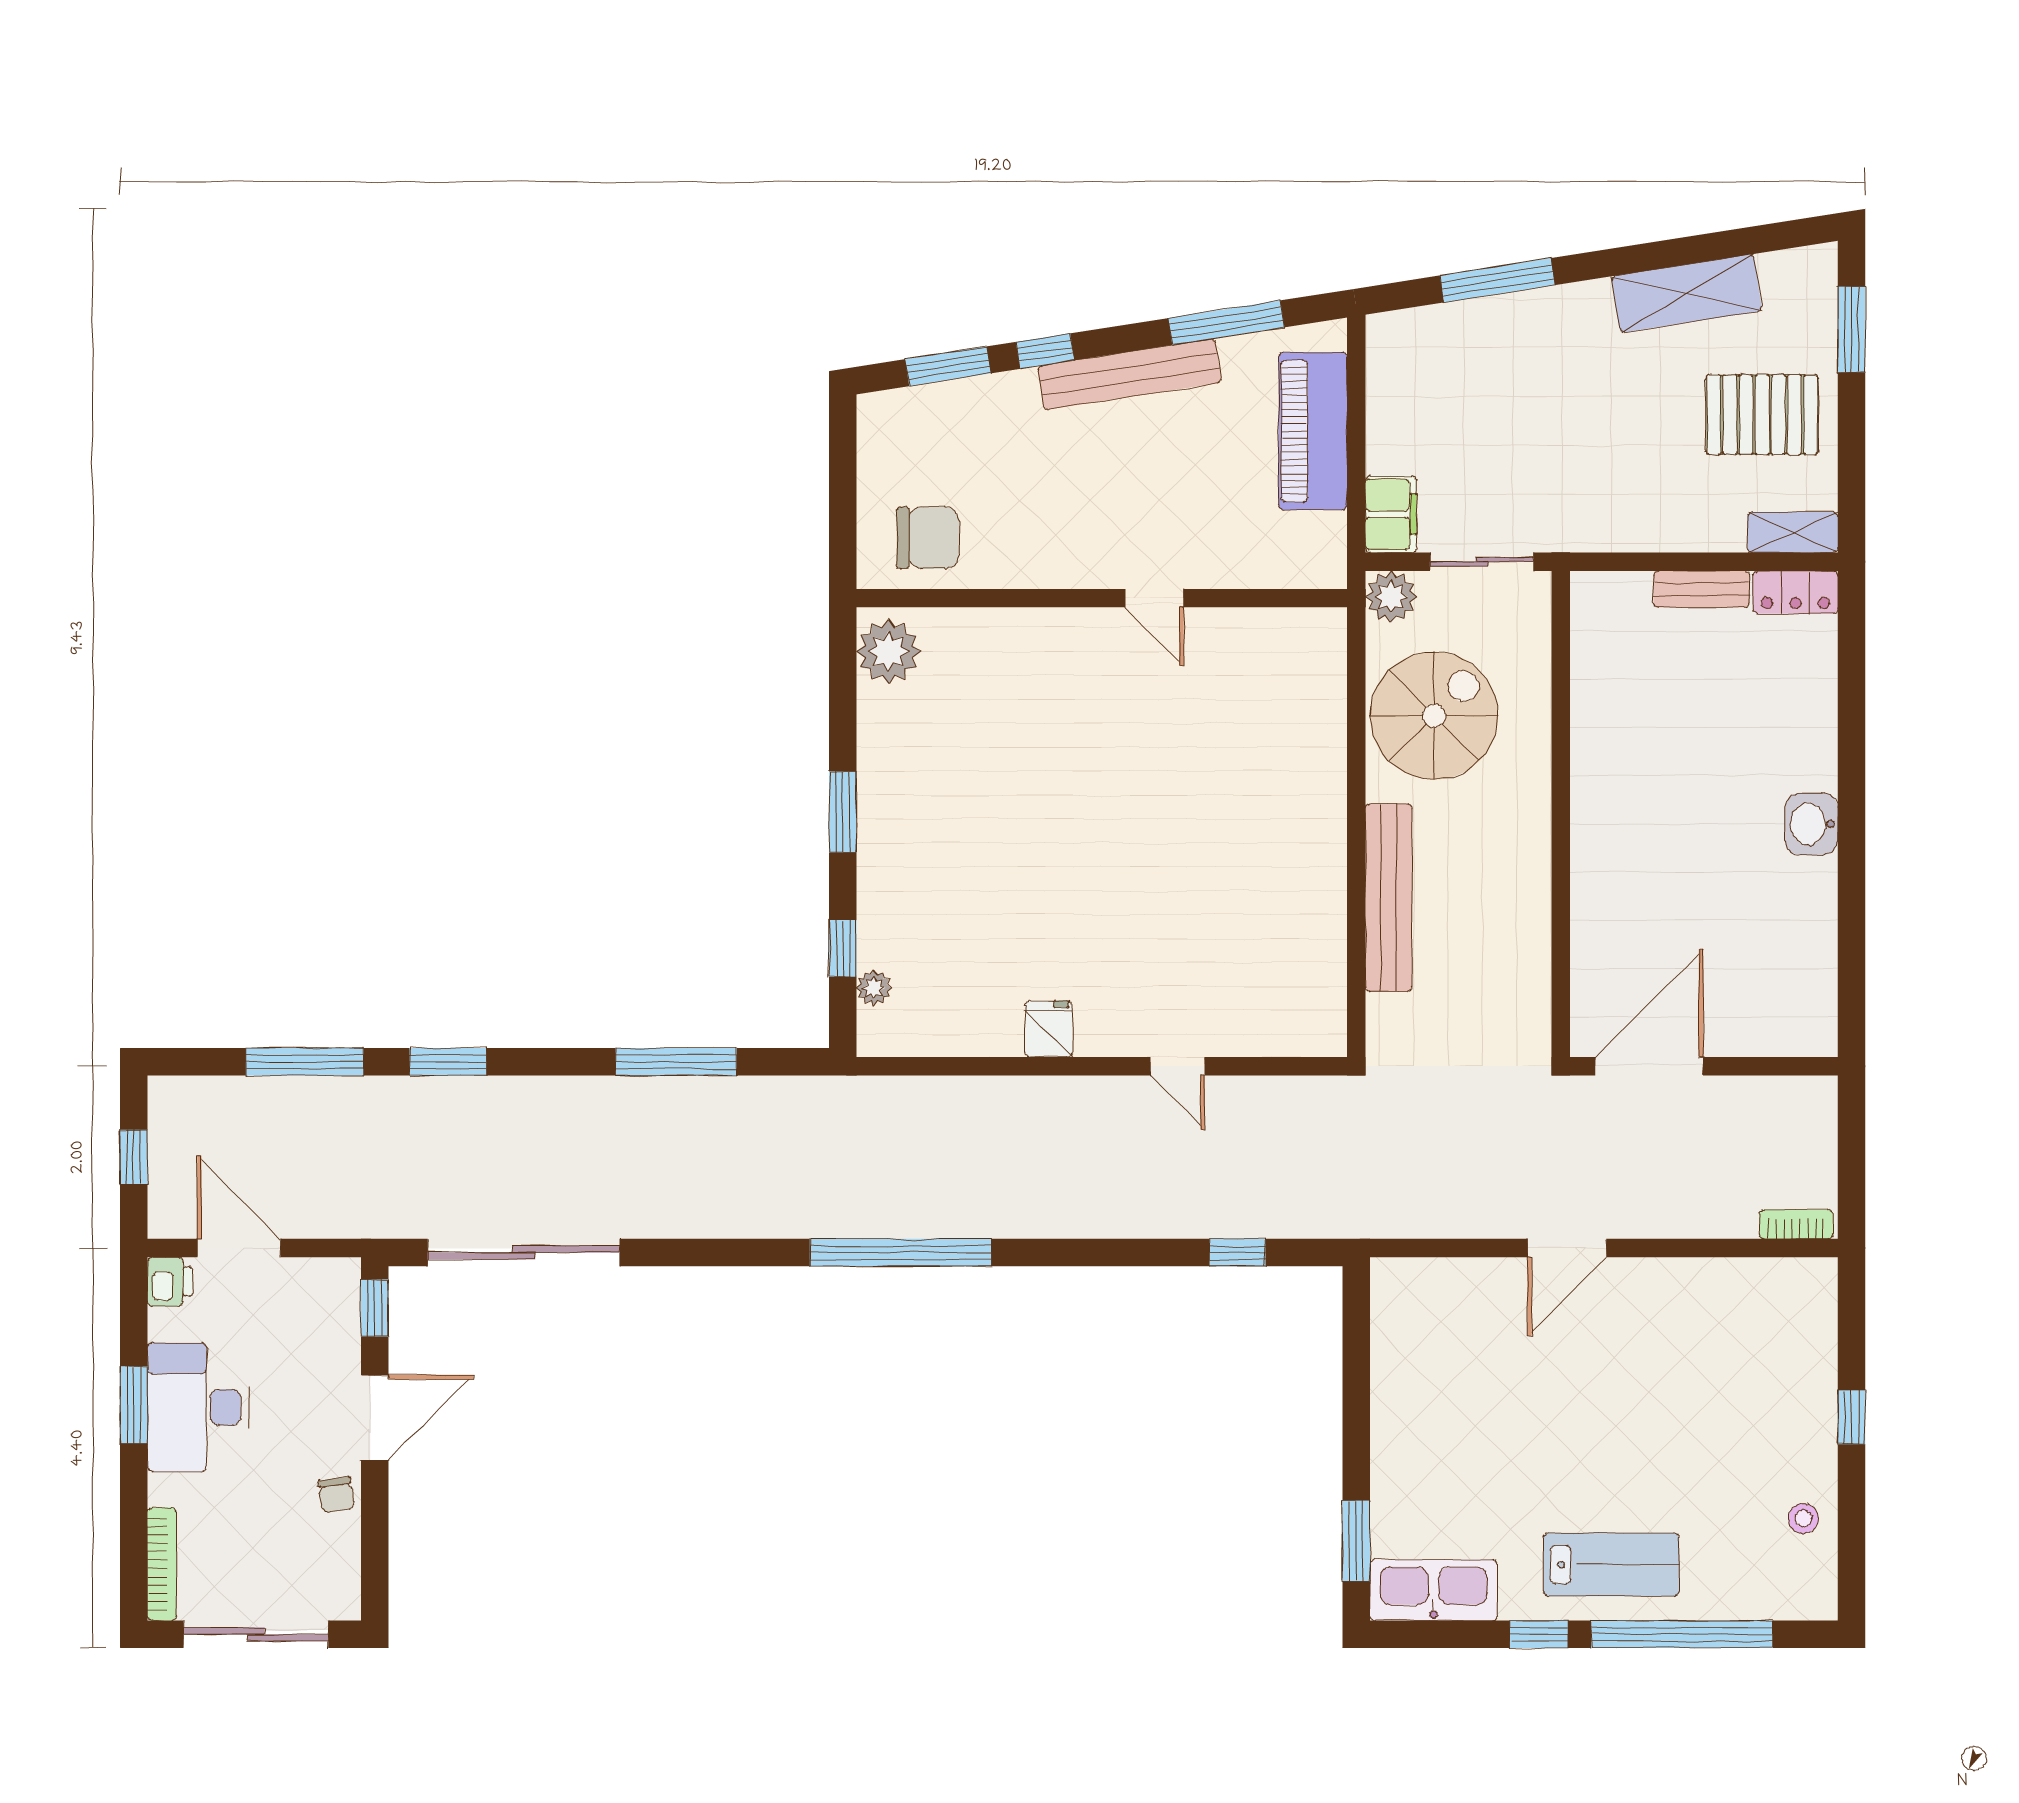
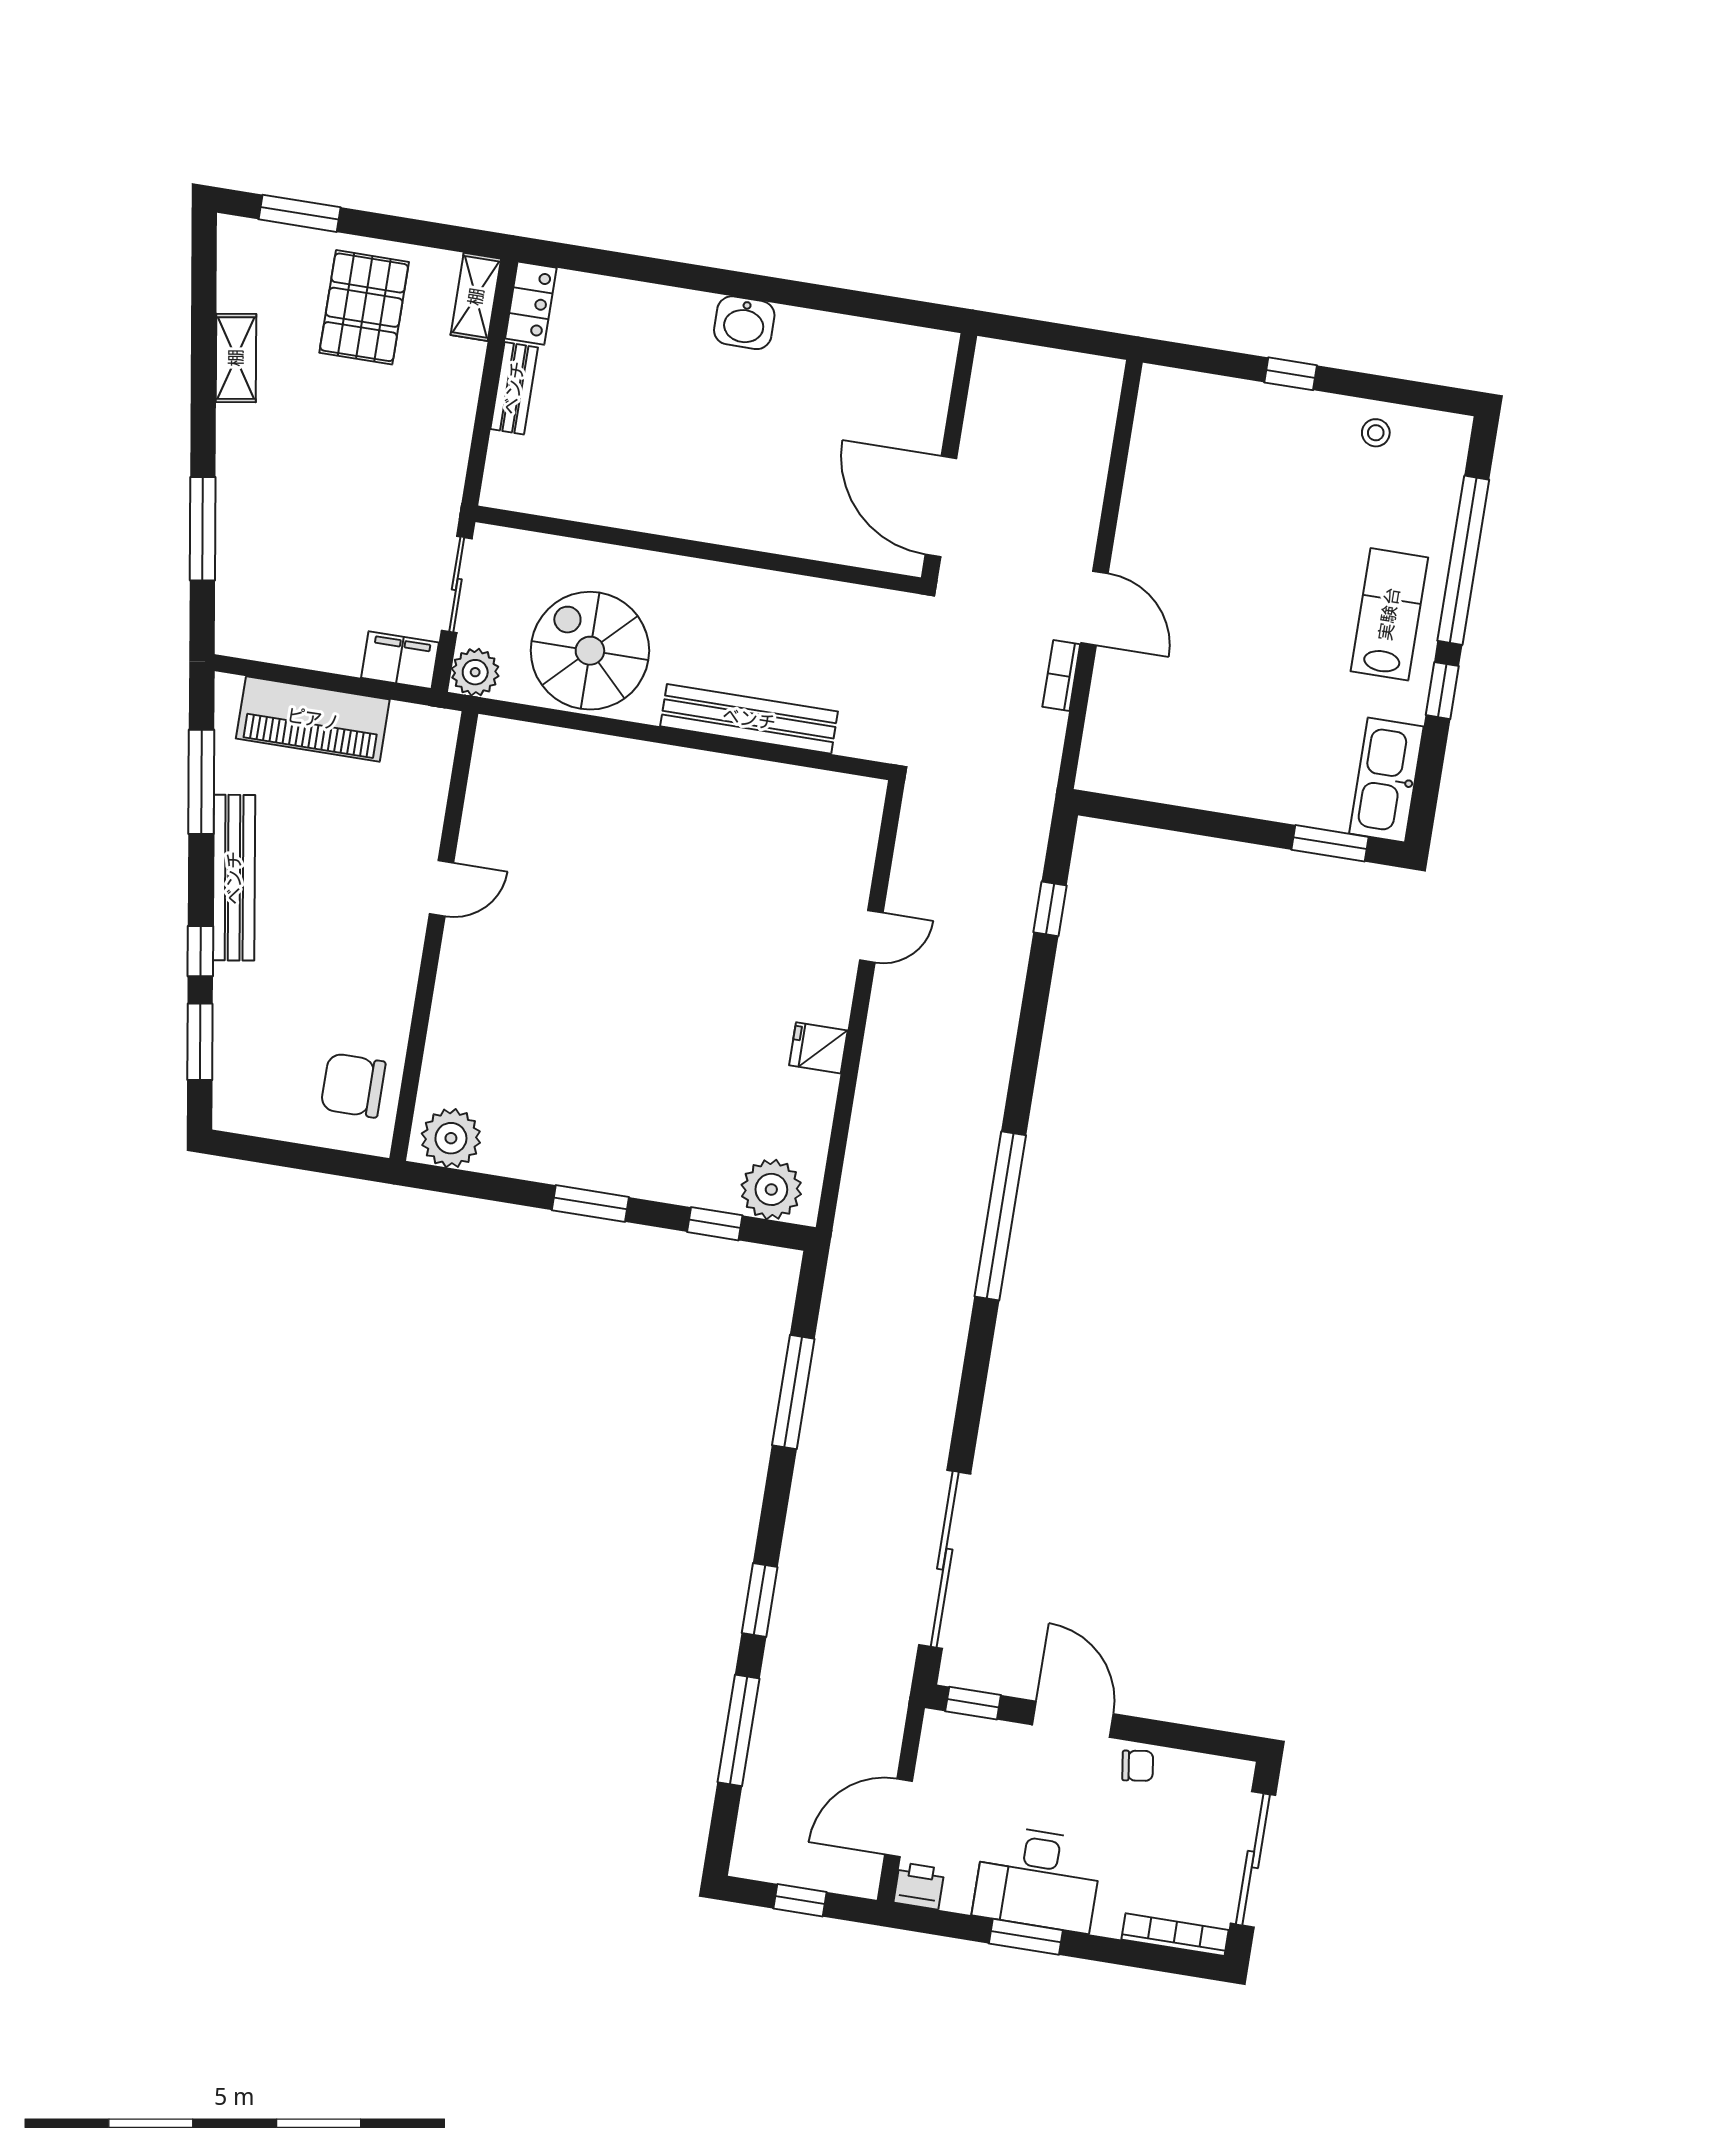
shelving: (1687, 293) -> (236, 358), width x0.67, depth x0.75
chair: (928, 538) -> (353, 1085), turned -90
plant: (874, 988) -> (771, 1189), width x1.88, depth x1.88
bookcase: (1796, 1224) -> (1061, 675), moved

